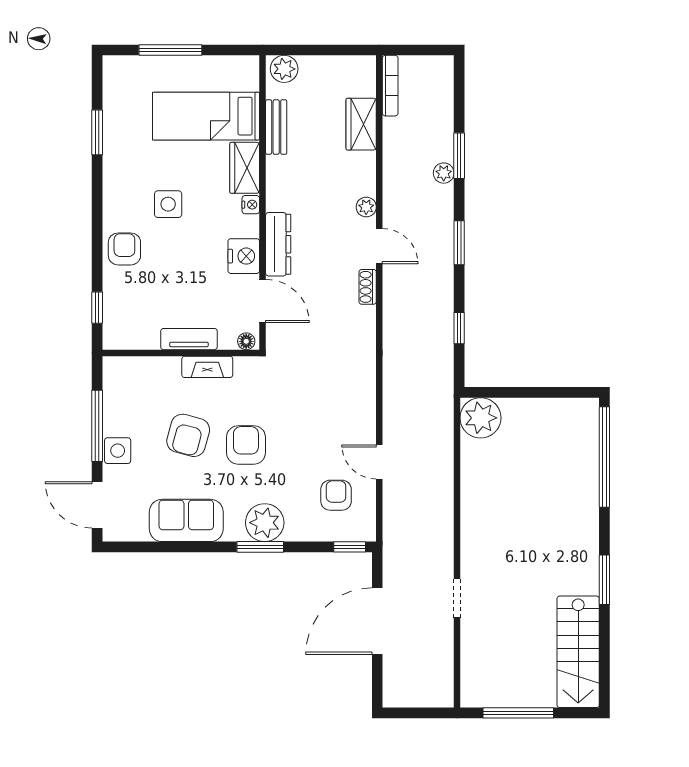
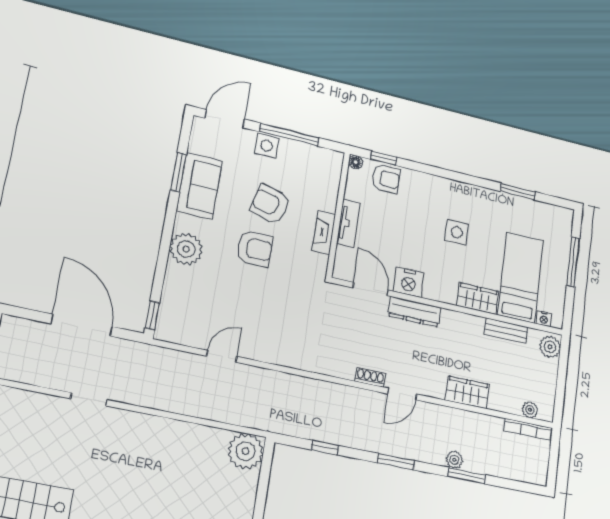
wardrobe: (361, 124) -> (467, 392), moved
nightstand: (251, 205) -> (544, 319), moved
plant: (366, 207) -> (530, 410), moved
armchair: (124, 249) -> (386, 179), moved
door: (263, 301) -> (371, 289), swing flipped
floor lamp: (246, 341) -> (355, 162), moved
armchair: (336, 495) -> (199, 314), removed
window: (260, 547) -> (178, 172), moved

